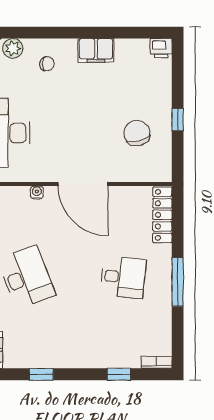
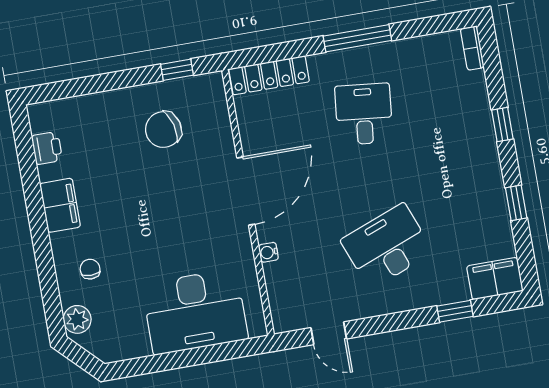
printer: (161, 48) -> (47, 148), moved
window: (178, 120) -> (177, 70), moved
window: (119, 374) -> (502, 125), moved

